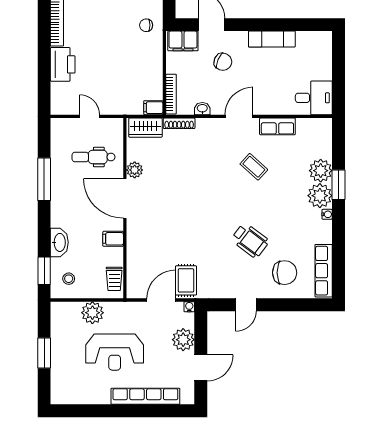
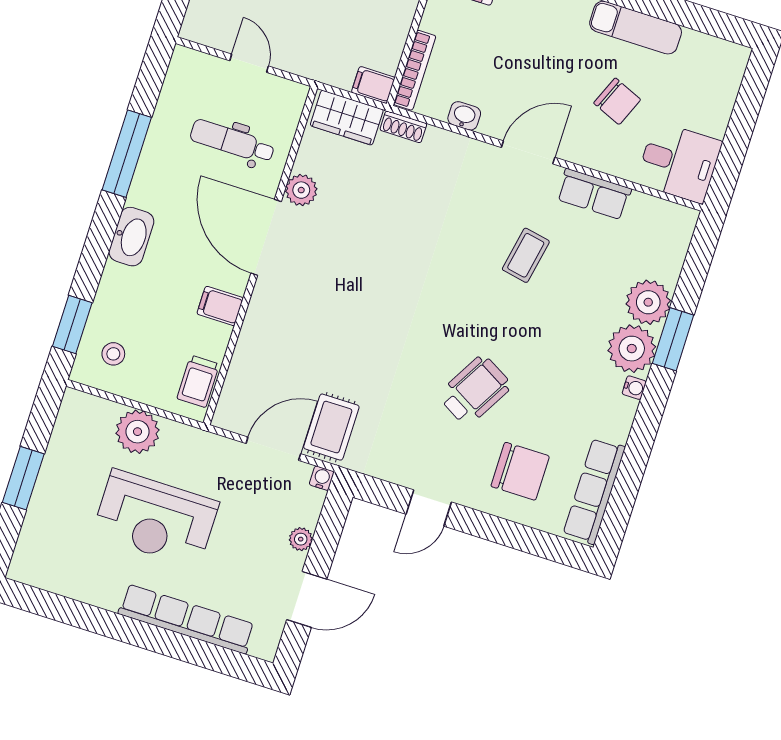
chair: (223, 62) -> (617, 101), moved
shoe rack: (179, 123) -> (403, 127), width x0.70
coffee table: (254, 167) -> (526, 255), turned 59
wheelchair: (250, 240) -> (475, 390), turned -97
washbasin: (59, 242) -> (131, 237), moved
plant: (183, 340) -> (301, 539), width x0.53, depth x0.53

